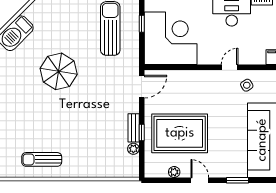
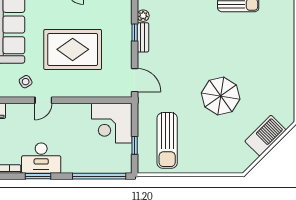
corner desk: (171, 38) -> (112, 123), width x0.74, depth x0.74
door: (142, 87) -> (135, 80), swing flipped
rug: (180, 133) -> (73, 49), moved

